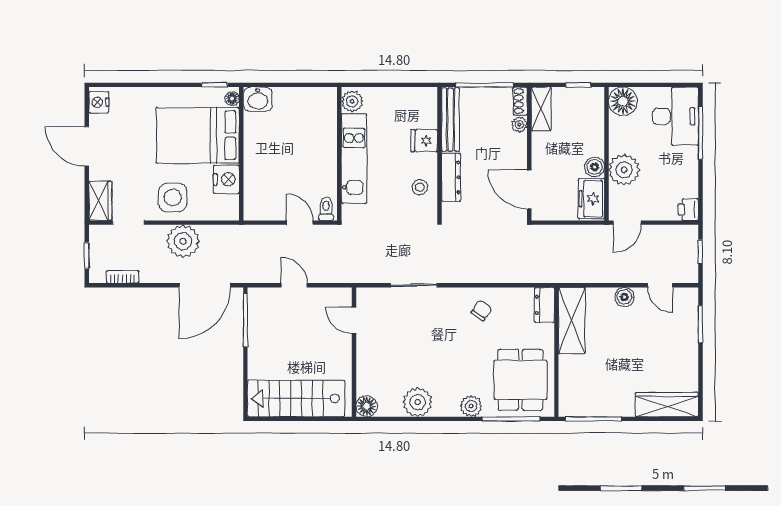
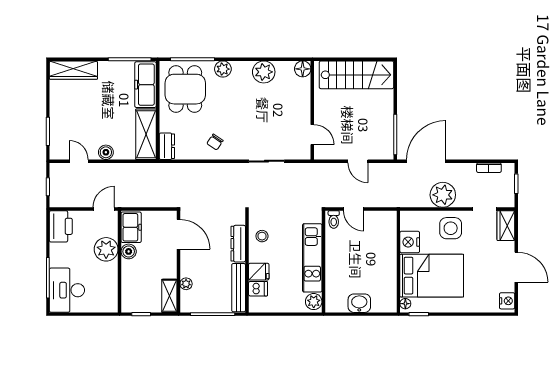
washbasin: (258, 99) -> (359, 303), moved
shoe rack: (520, 101) -> (185, 302), removed
floor lamp: (623, 101) -> (107, 302), removed
dishwasher: (425, 118) -> (258, 289), added
printer: (688, 210) -> (61, 226), width x1.87, depth x1.48
freezer: (572, 386) -> (146, 85), added

